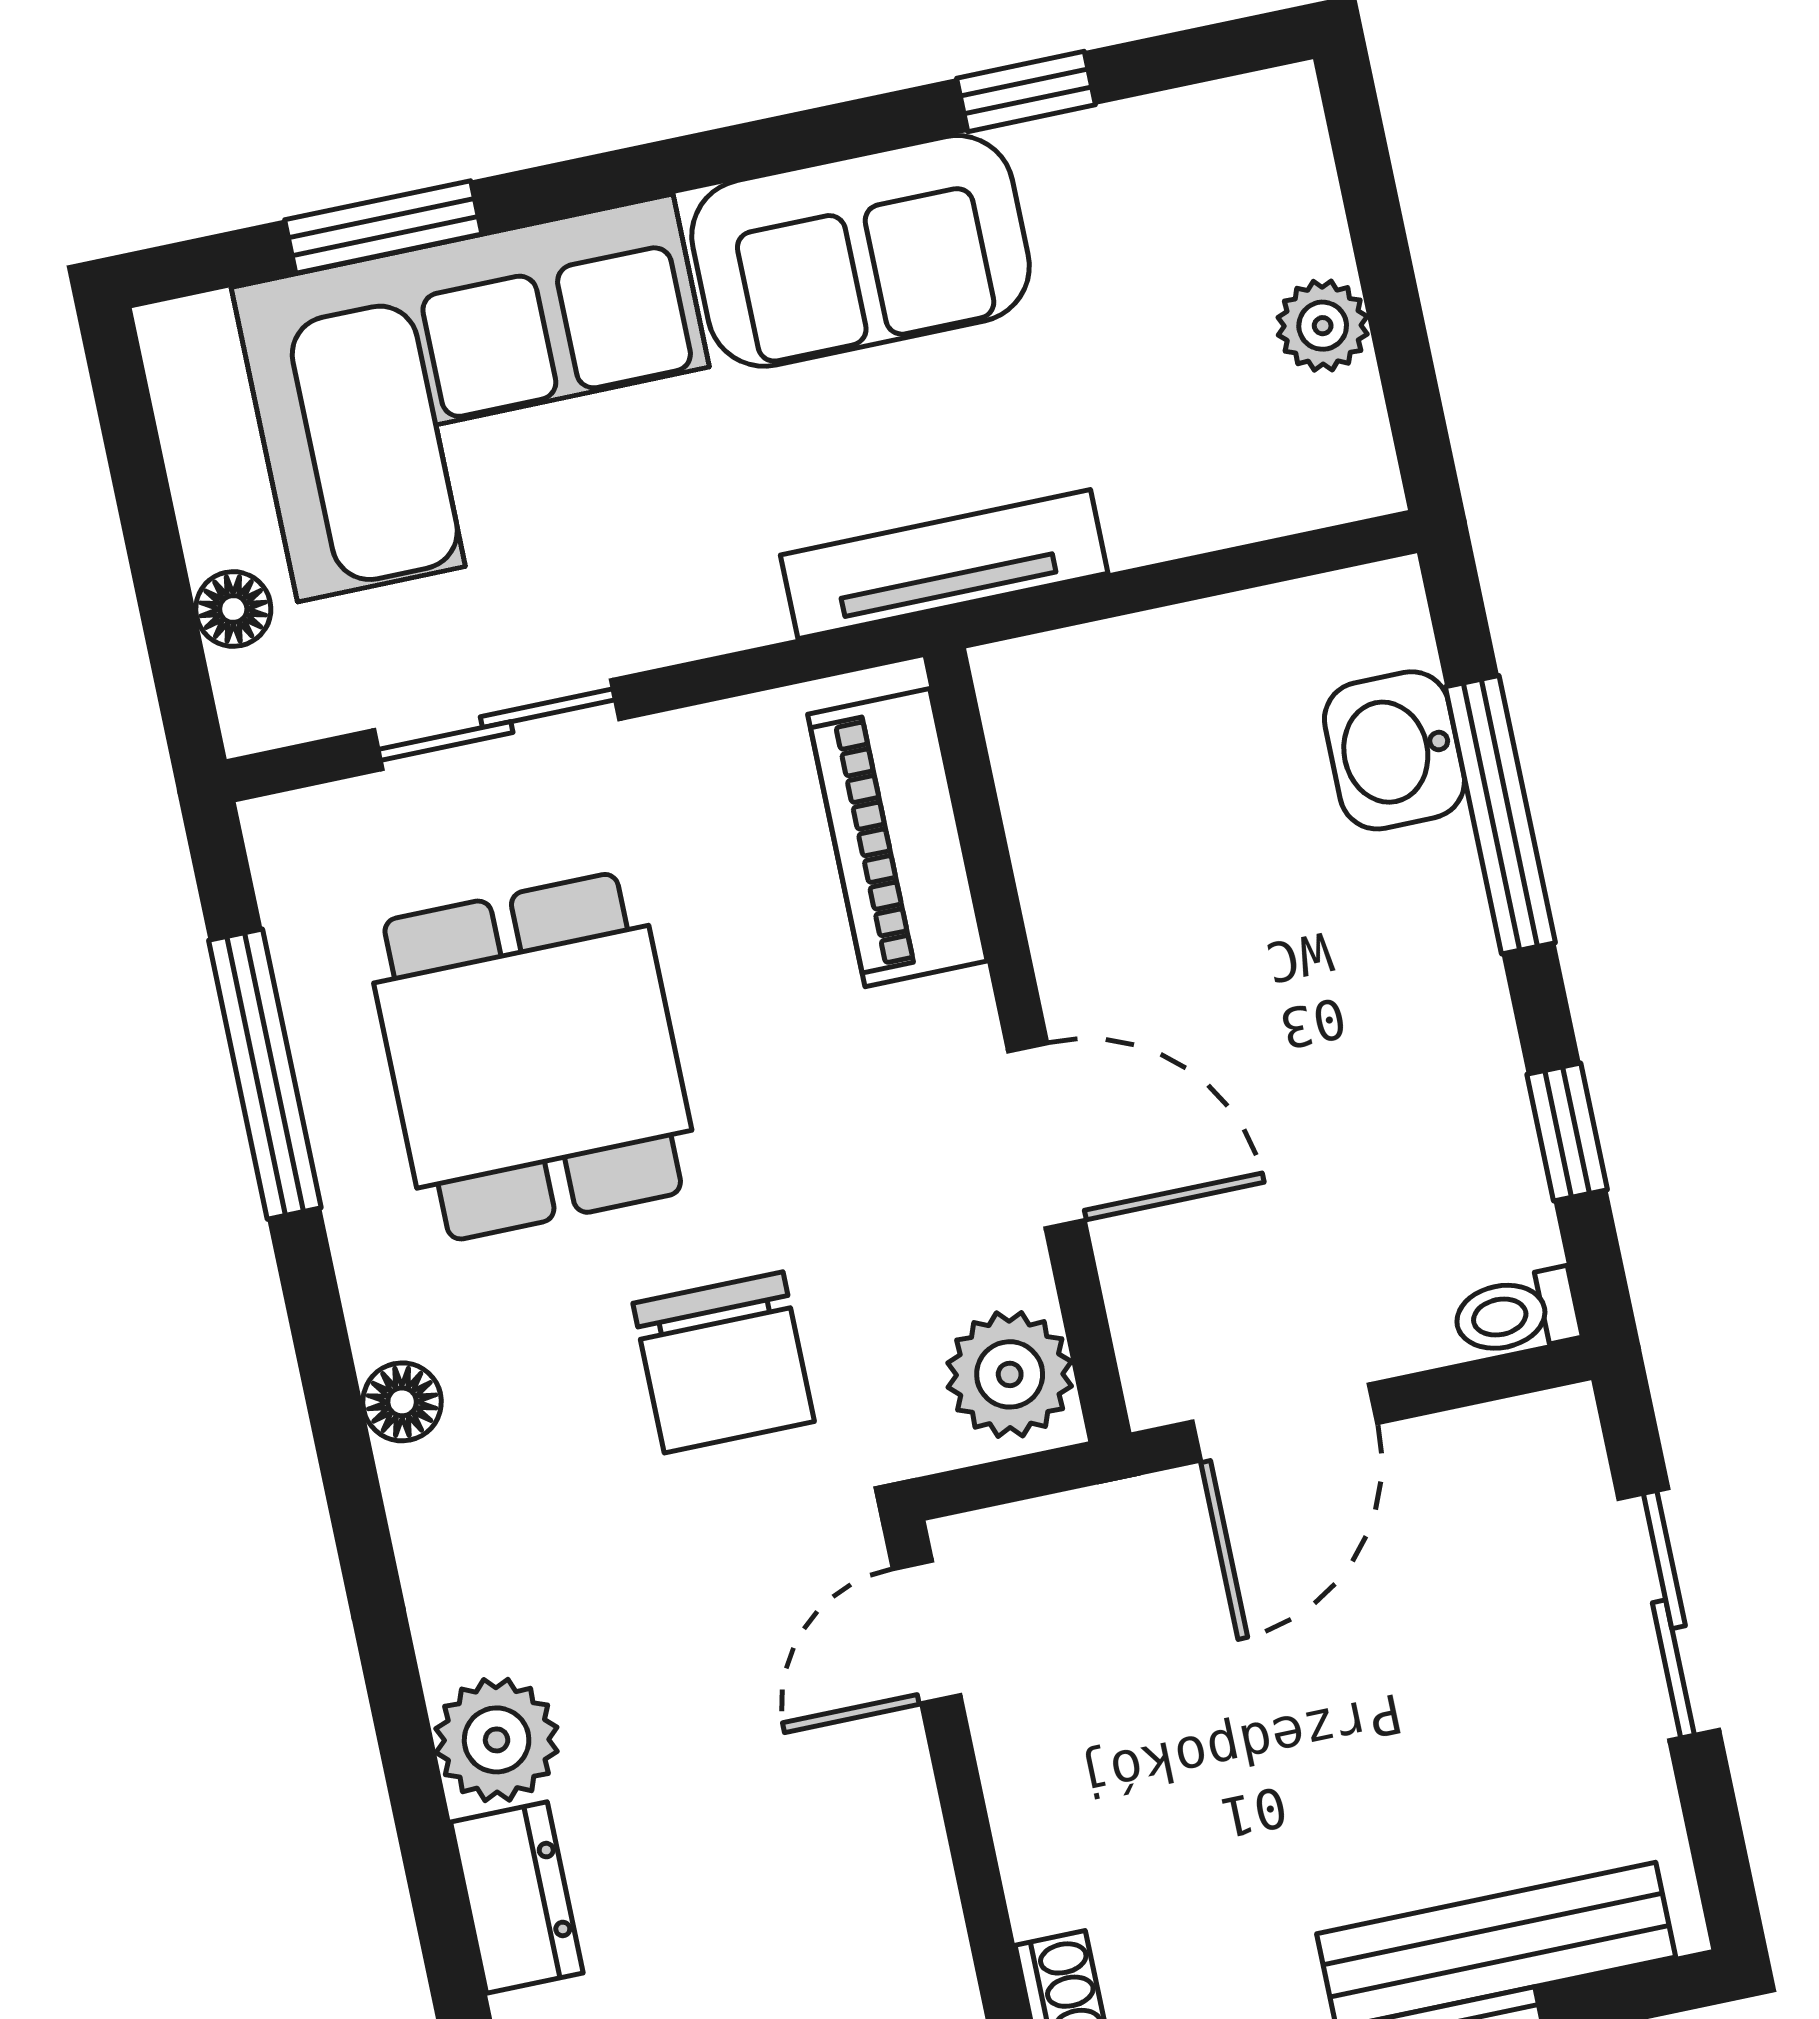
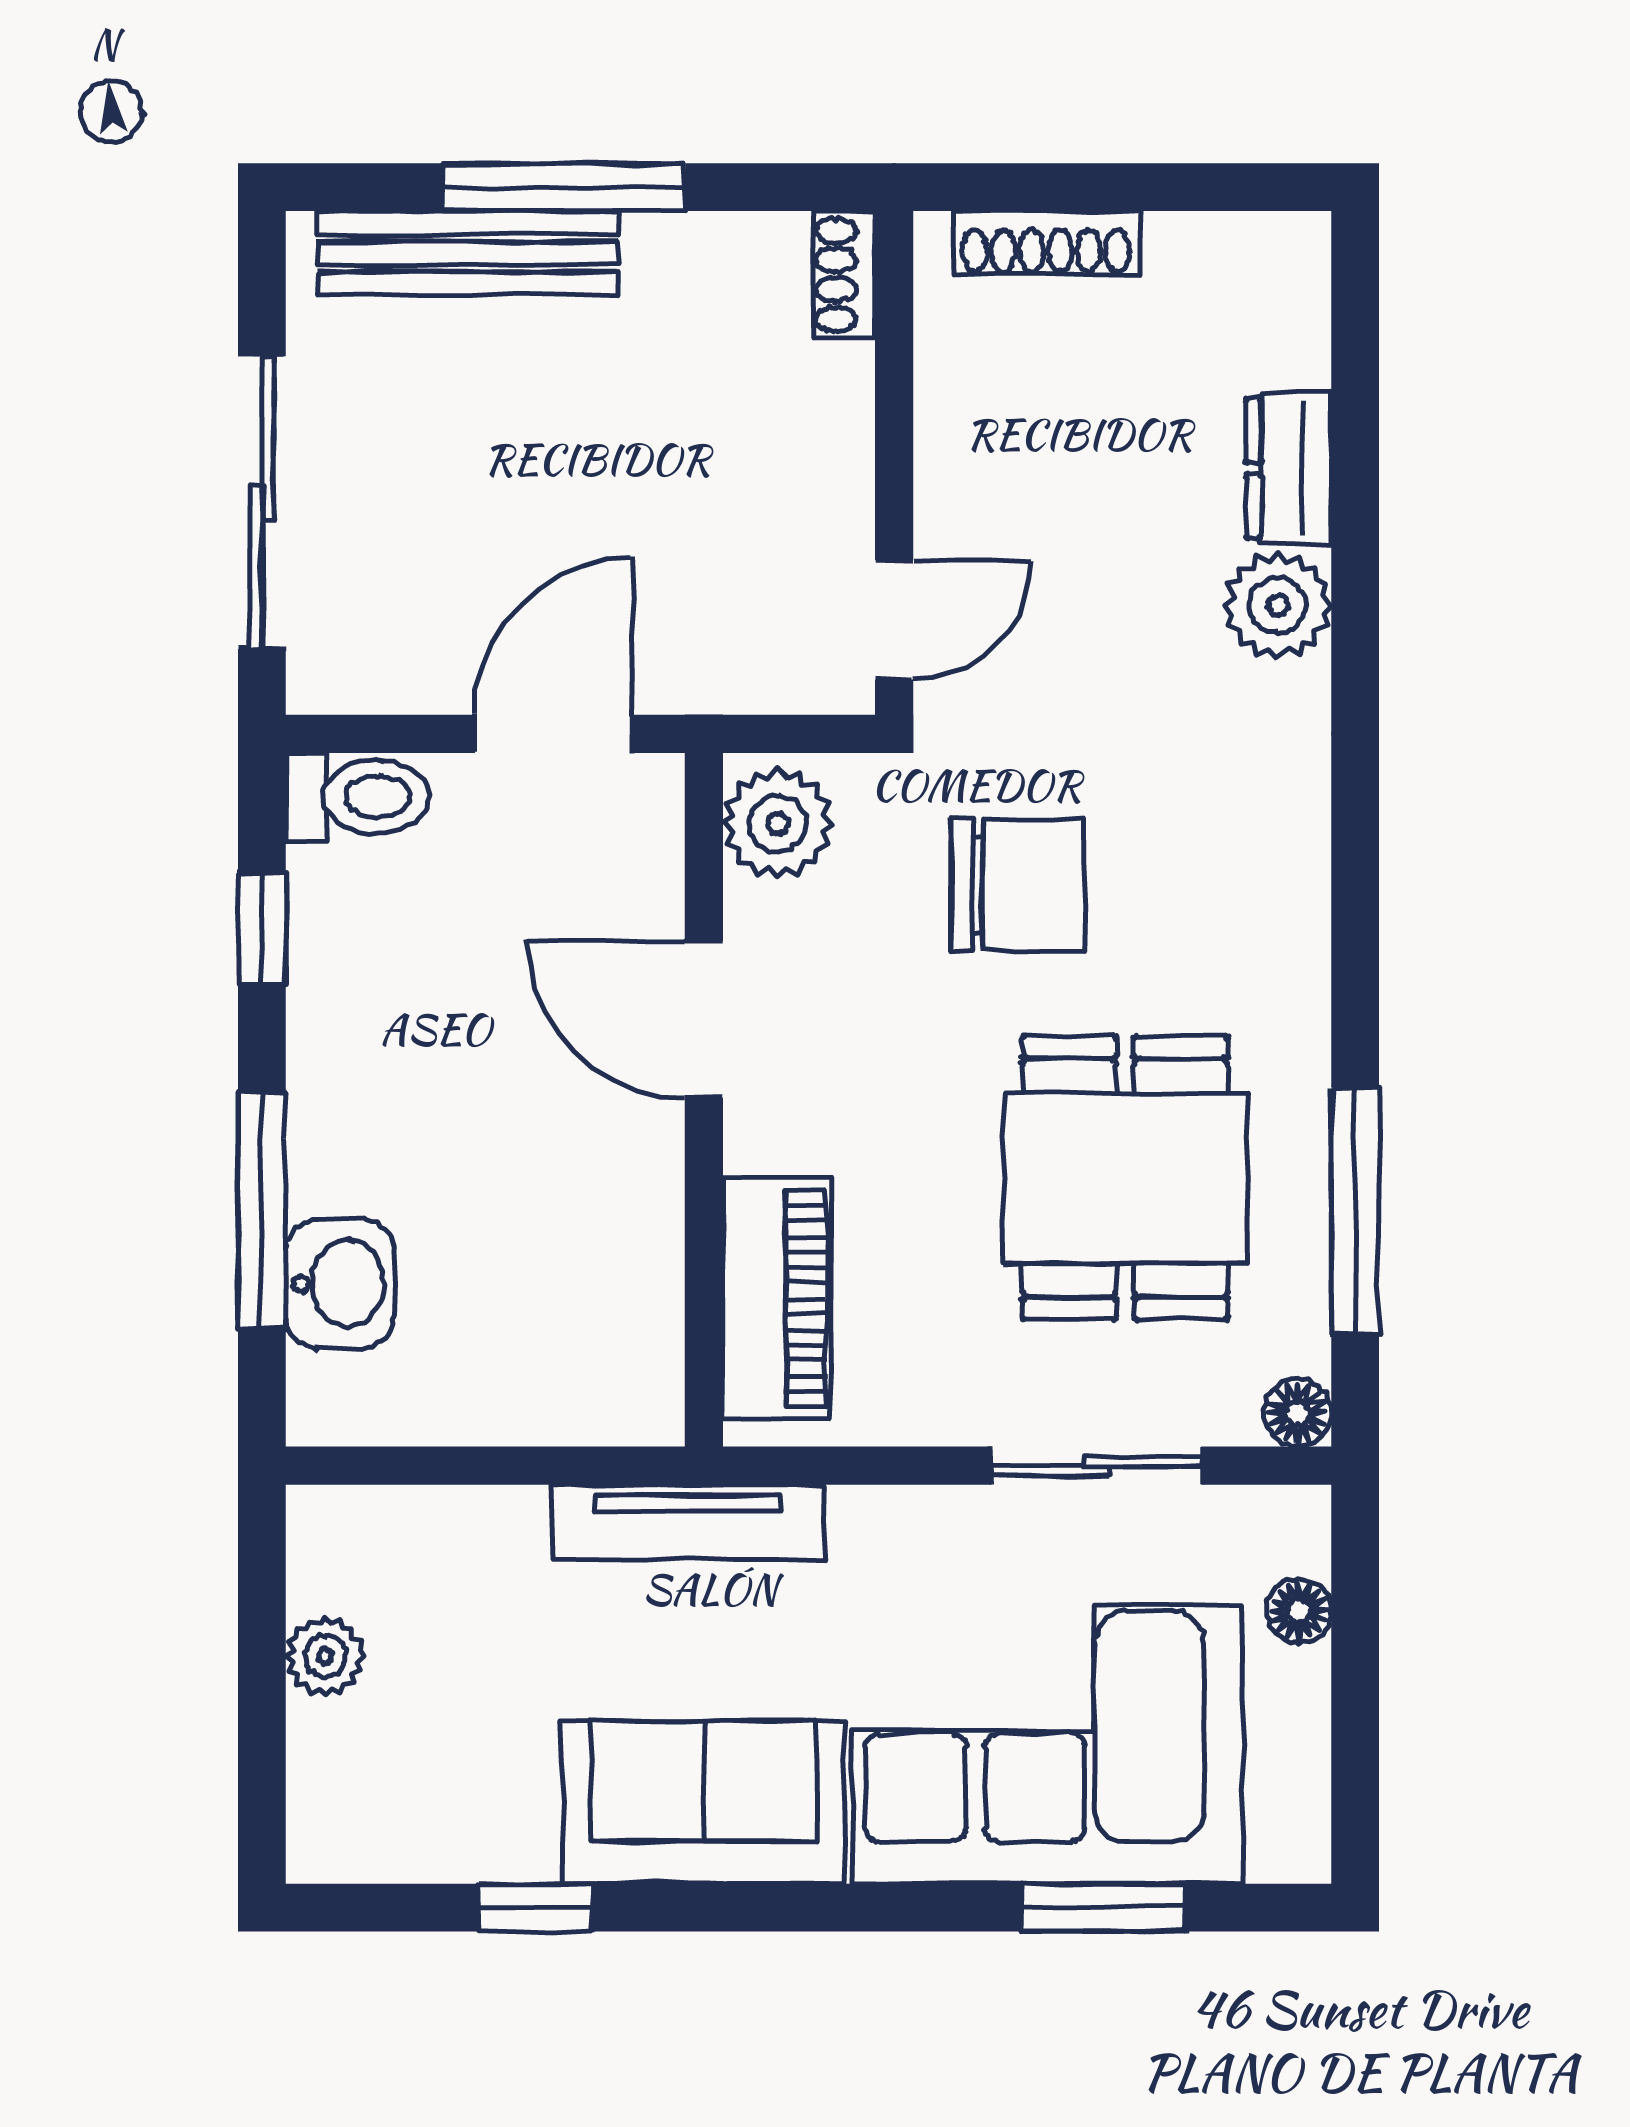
toilet: (1516, 1314) -> (358, 796), width x1.37, depth x1.39
chair: (724, 1362) -> (1018, 885), turned 90
floor lamp: (402, 1402) -> (1297, 1413), moved
sliding door: (1669, 1614) -> (262, 503), width x1.37

